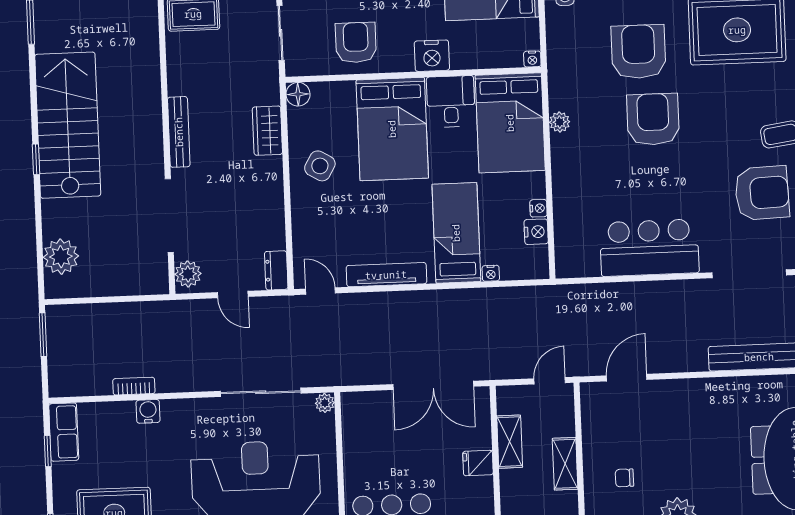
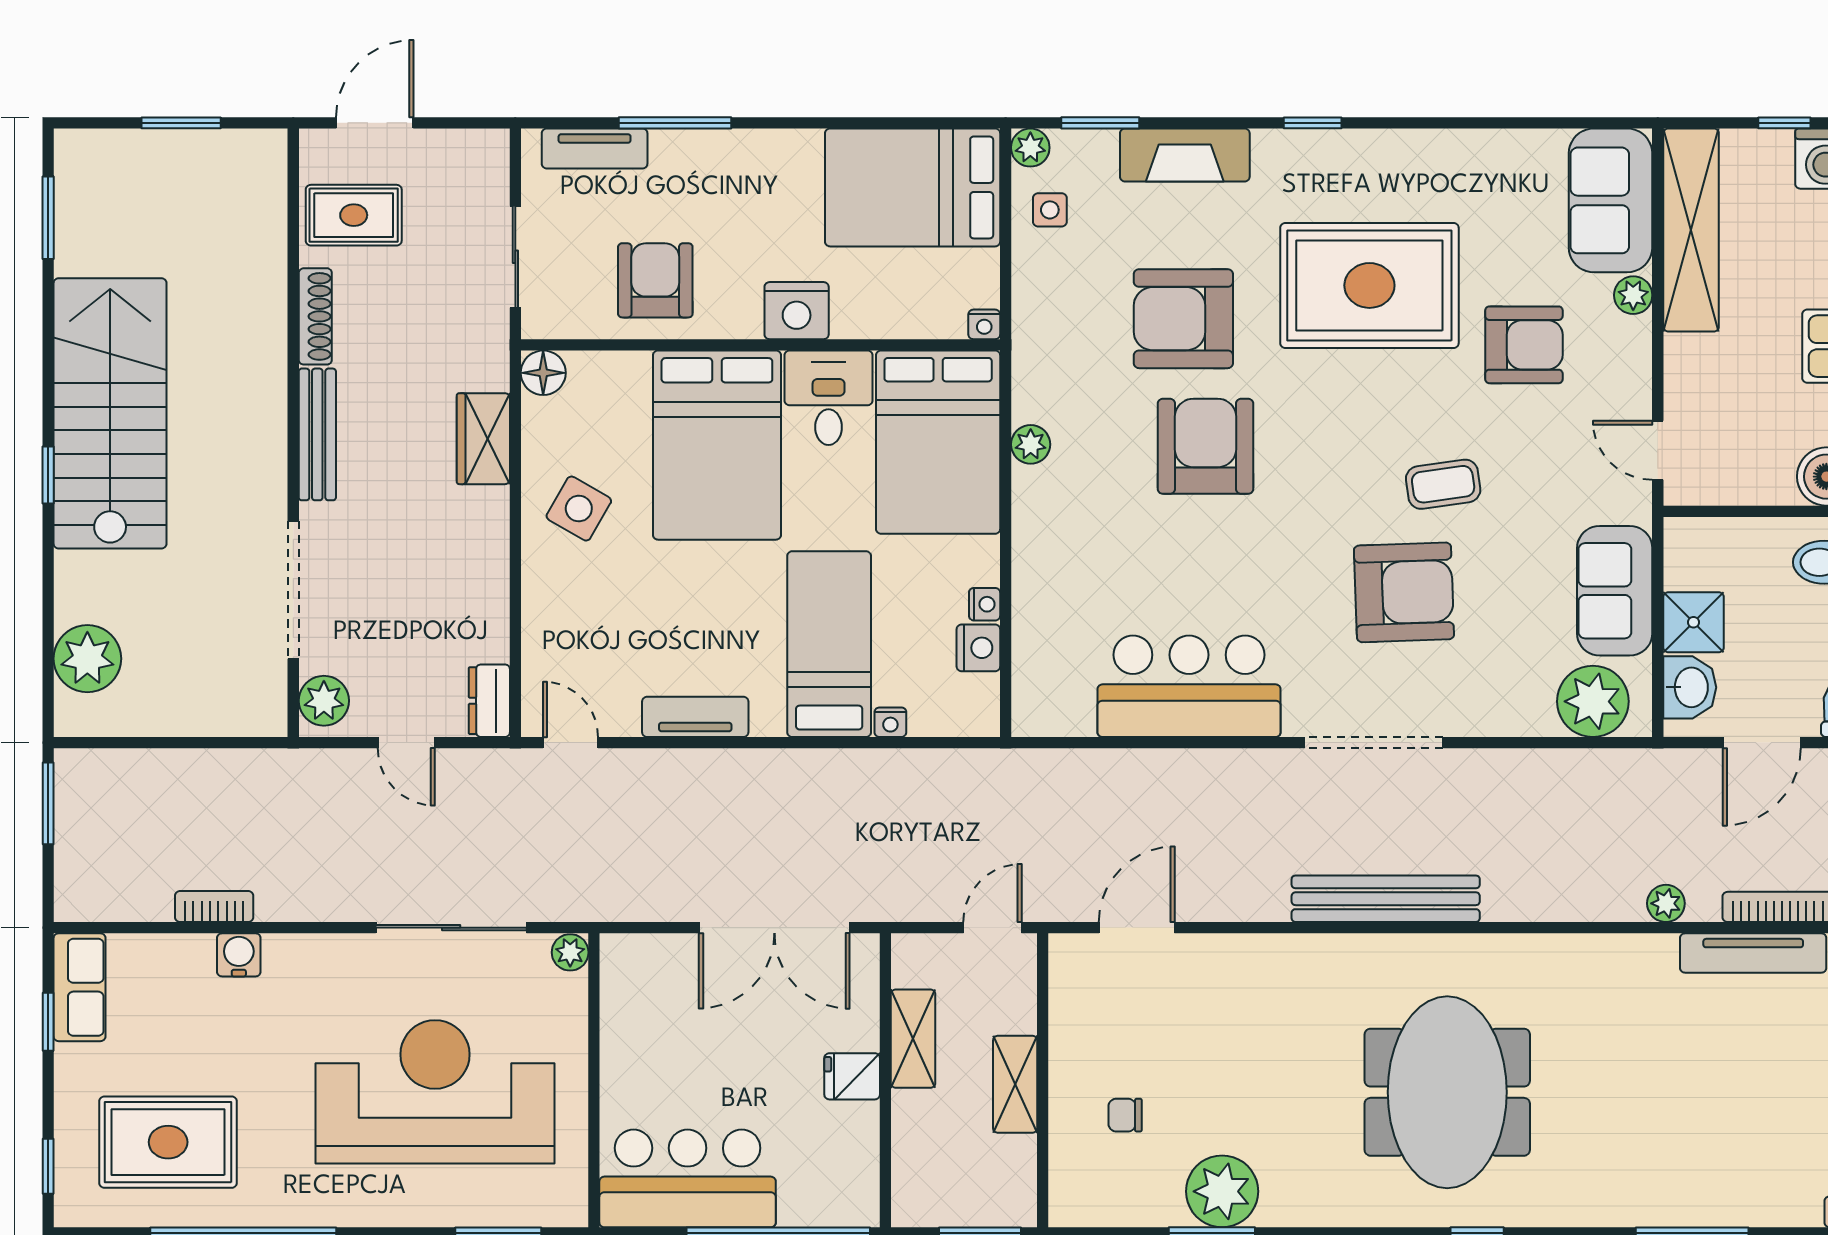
armchair: (638, 52) -> (1183, 319), turned -90
shoe rack: (175, 69) -> (315, 316), added
tv unit: (386, 275) -> (695, 717), width x0.71

